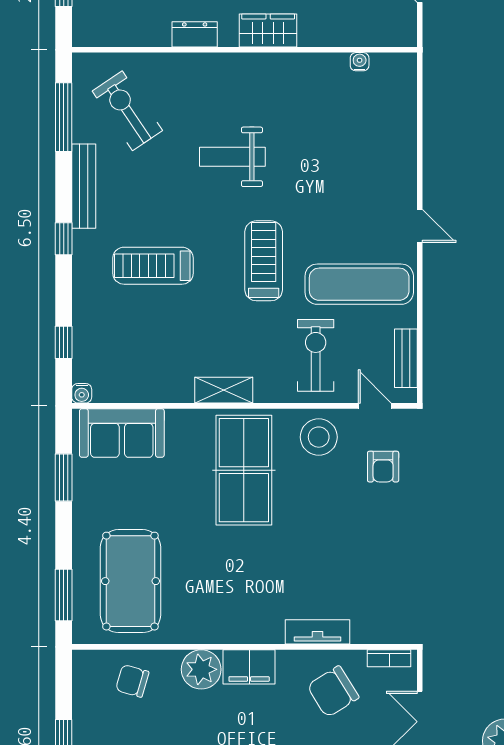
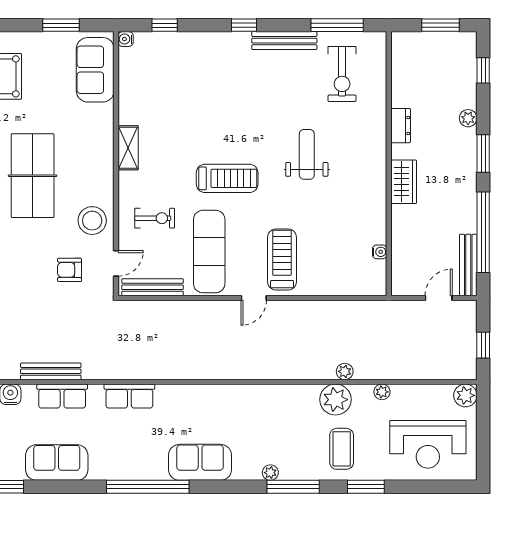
exercise bike: (127, 111) -> (342, 74), turned 124
treadmill: (153, 266) -> (282, 260), moved
exercise bike: (316, 355) -> (155, 218), width x0.73, depth x0.72
bench: (406, 358) -> (153, 287), width x1.36
table tennis table: (244, 470) -> (33, 176), moved, turned 90

